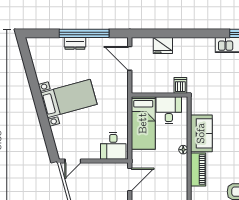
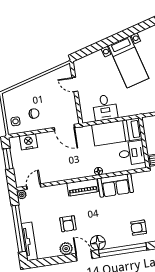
desk: (113, 146) -> (105, 107), moved, turned -90
door: (73, 161) -> (75, 84), moved

